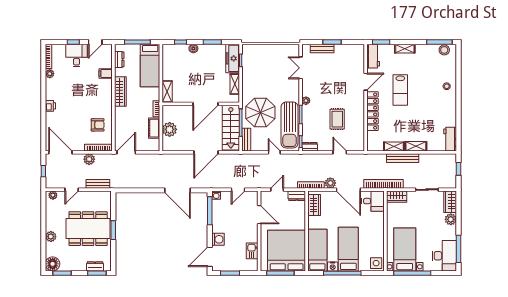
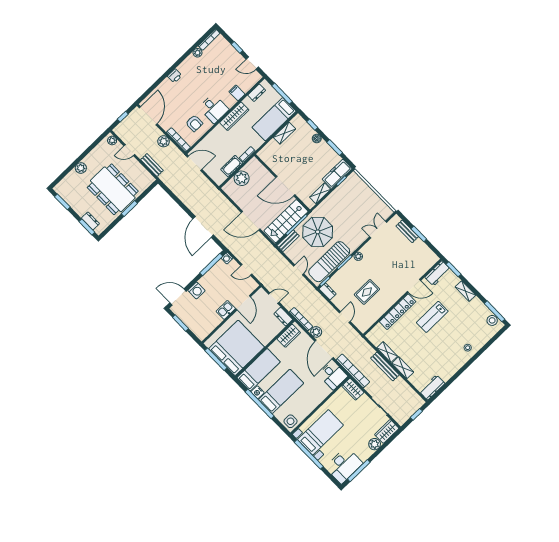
desk: (77, 55) -> (214, 109), moved, turned 90
shelving: (167, 92) -> (284, 133), moved
kitchen sink: (252, 251) -> (226, 310), moved
floor lamp: (53, 264) -> (62, 189), removed

